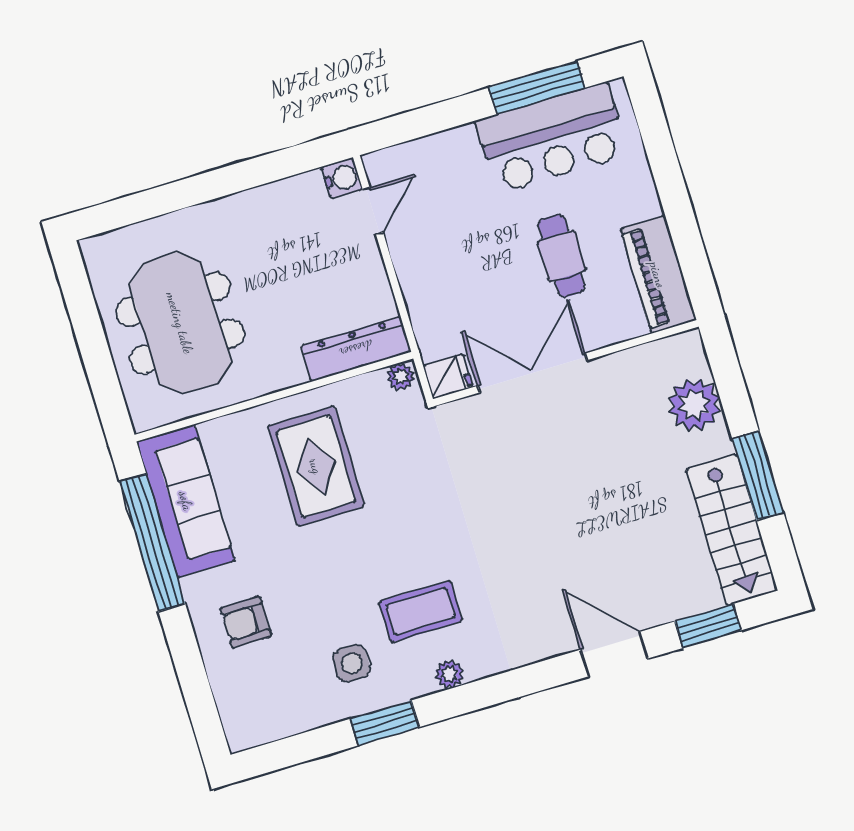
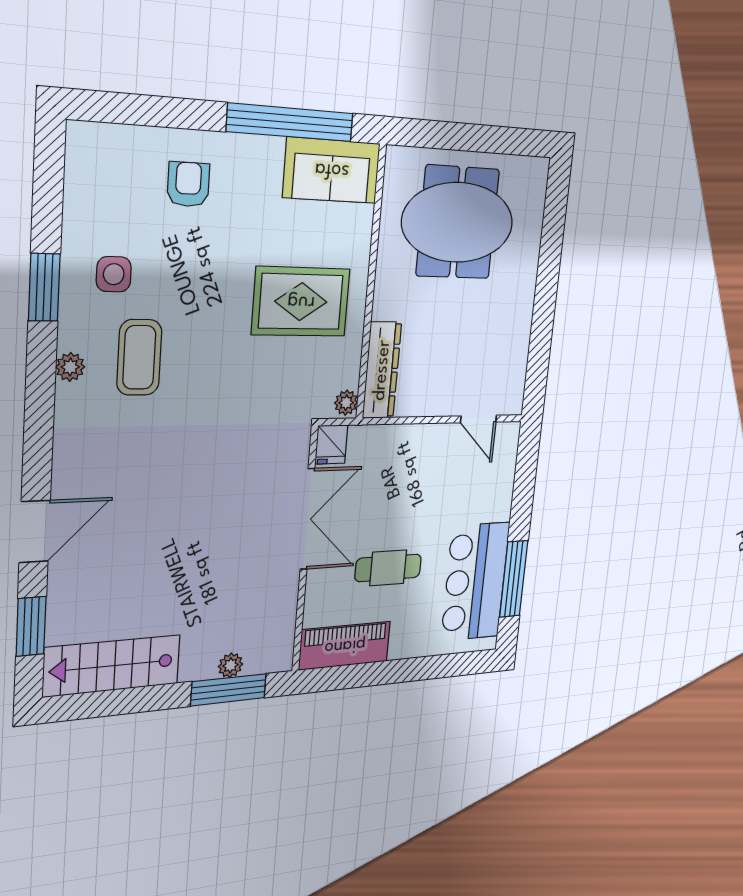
water cooler: (342, 178) -> (511, 401), removed
plant: (694, 405) -> (230, 665), width x0.53, depth x0.53
window: (758, 475) -> (229, 690), moved
sofa: (186, 501) -> (332, 170), width x0.73

